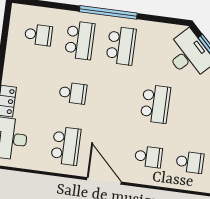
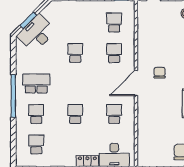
school desk: (80, 40) -> (36, 114), width x0.54
school desk: (155, 104) -> (75, 53), width x0.54
school desk: (66, 146) -> (114, 114), width x0.54

